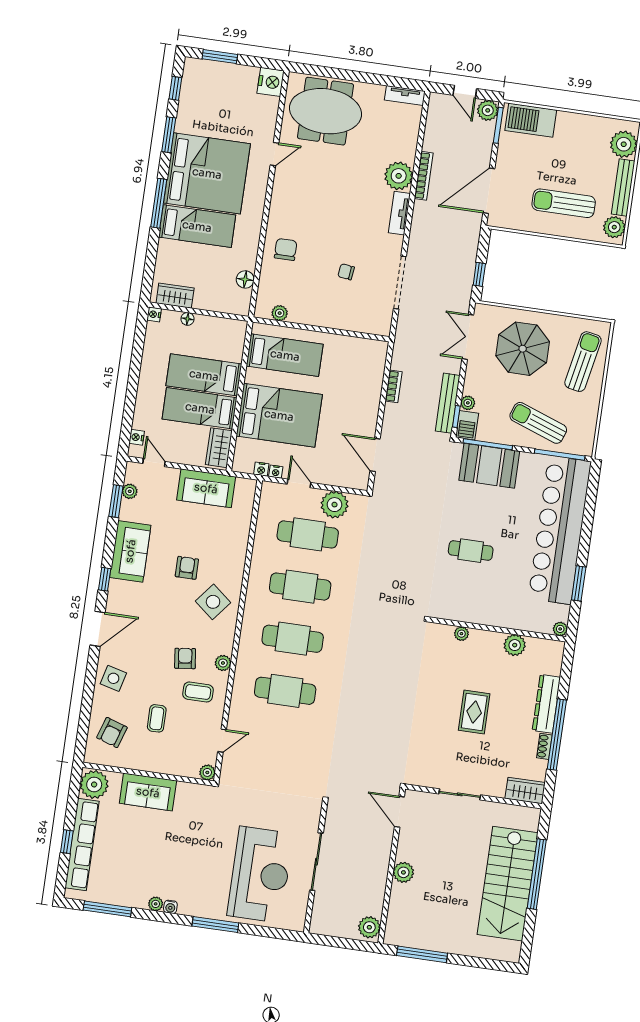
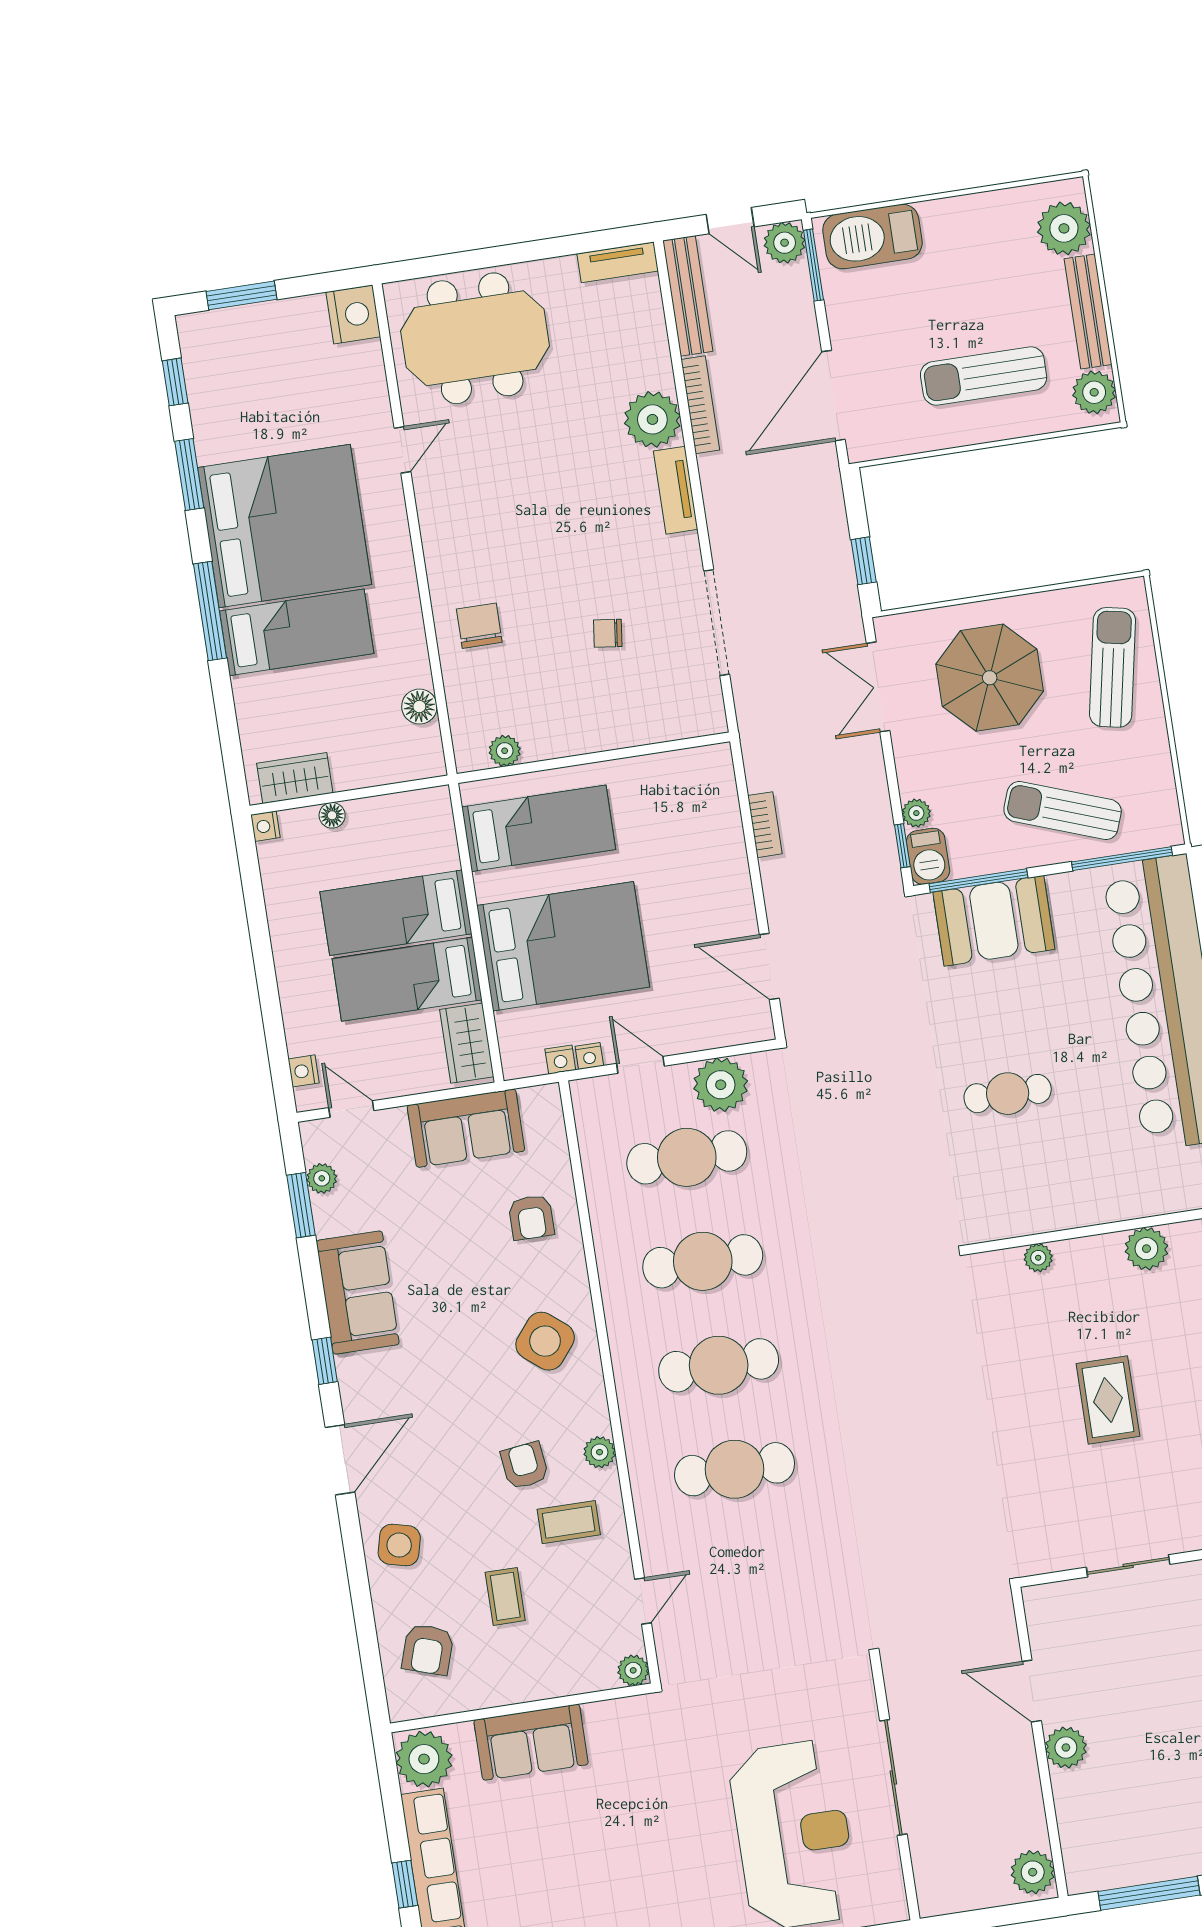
bench: (448, 403) -> (688, 296), moved
armchair: (187, 568) -> (531, 1217), moved, turned 180
door: (399, 812) -> (1032, 1691), moved

